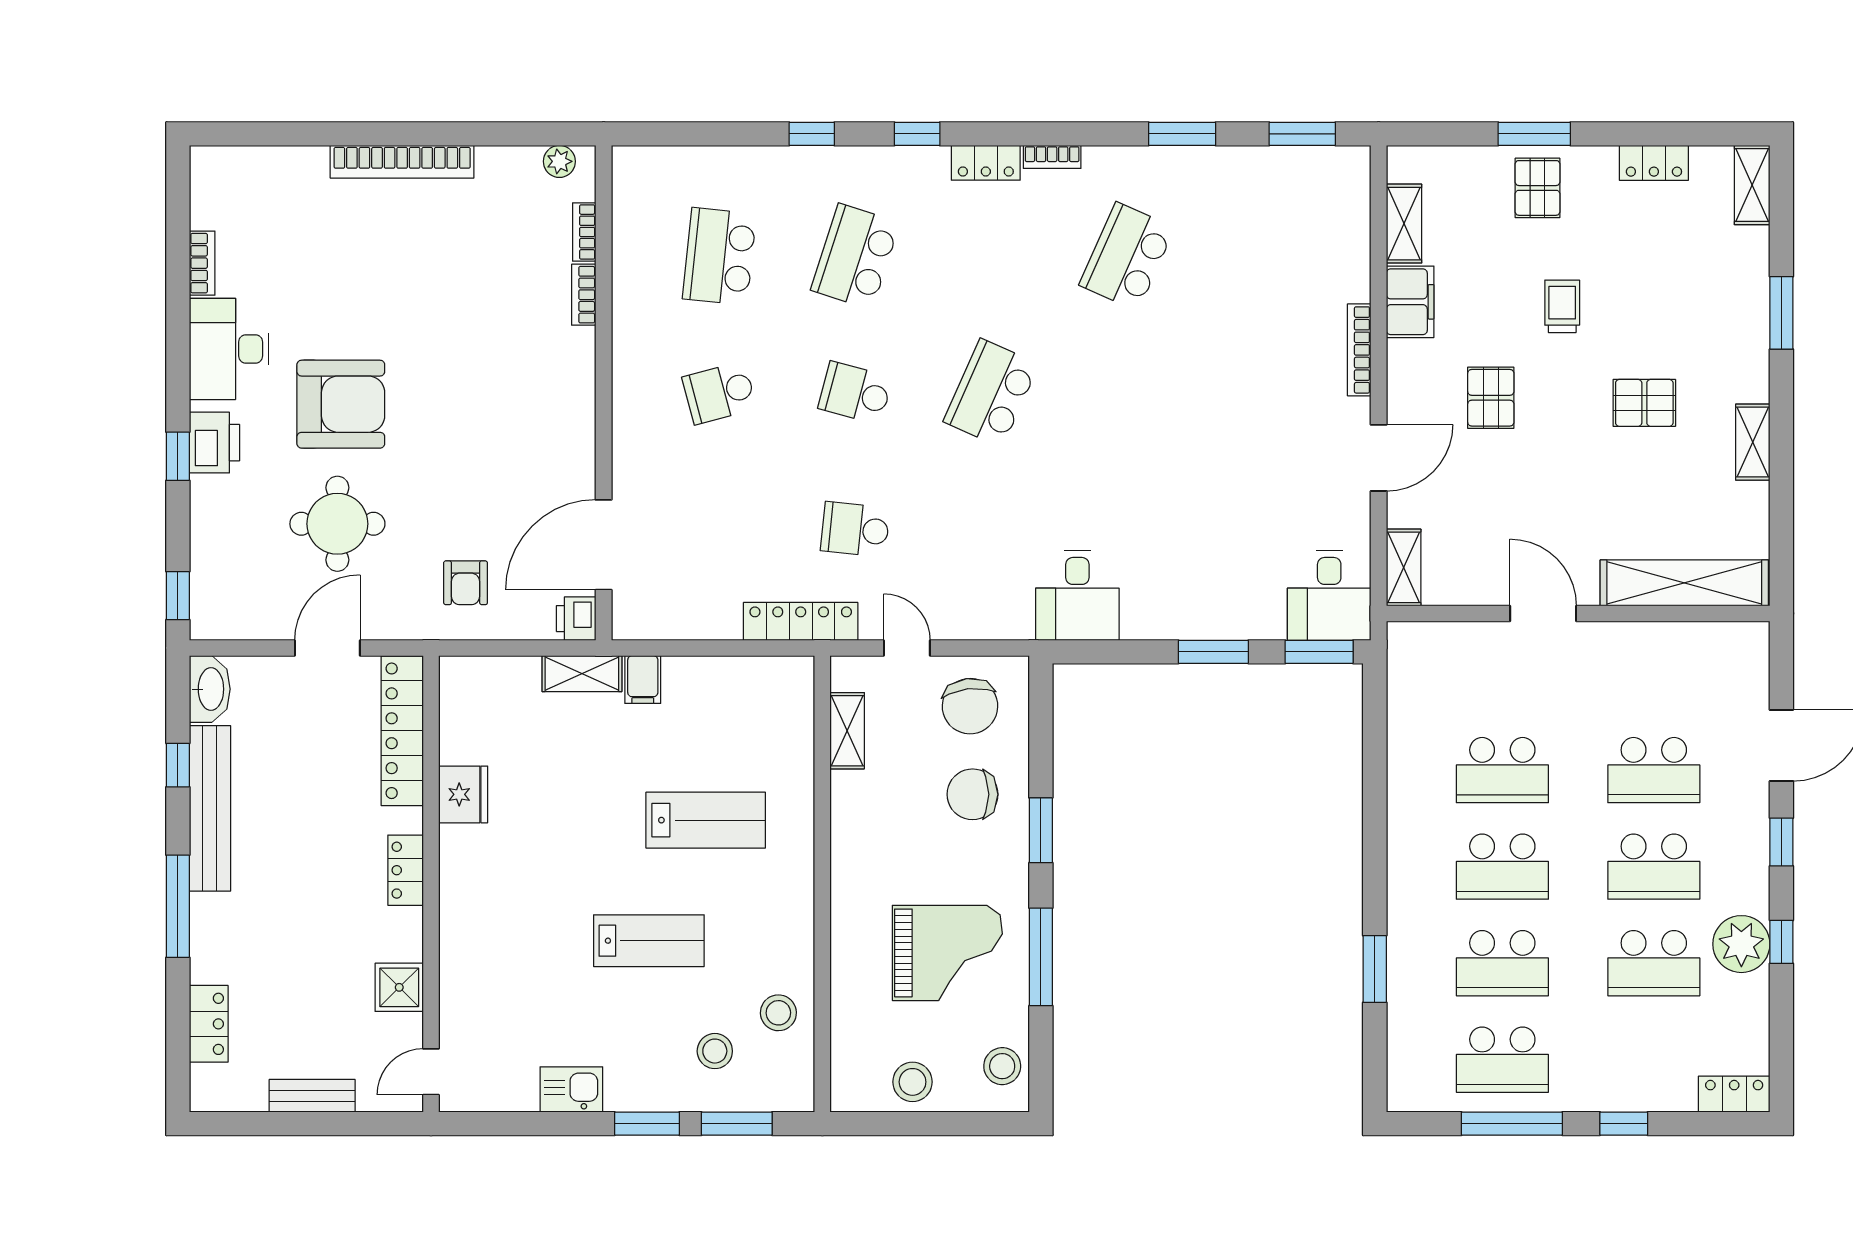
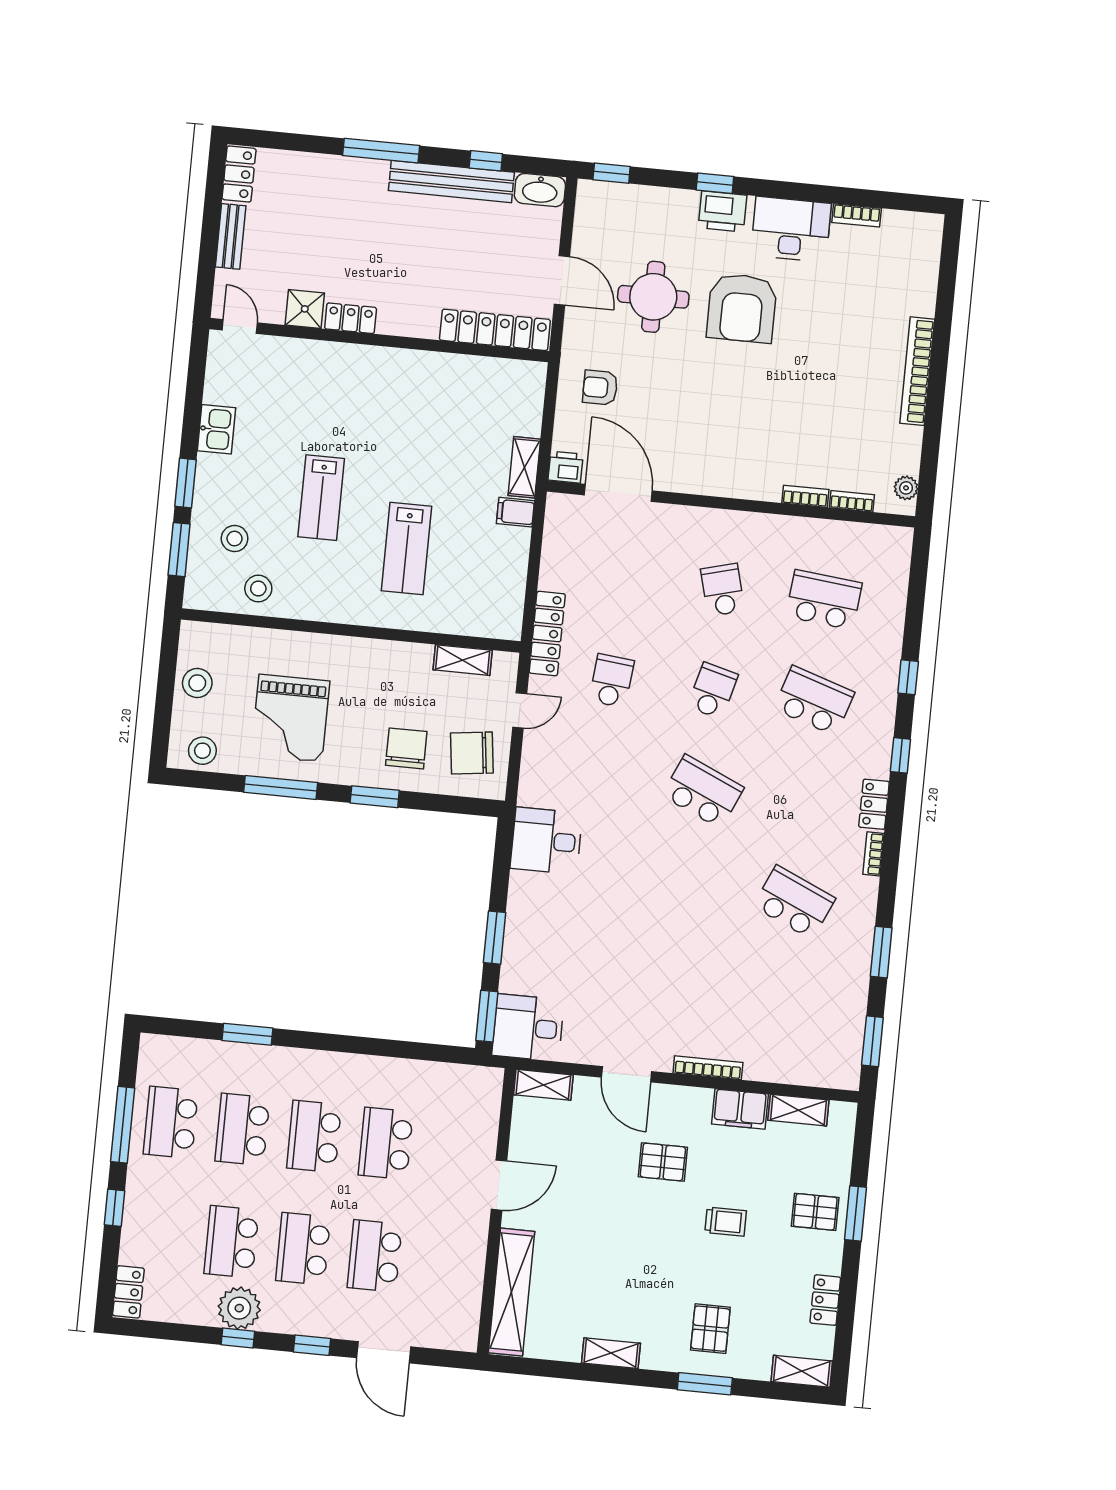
pallet: (1644, 403) -> (710, 1329), moved
fridge: (463, 794) -> (443, 370), removed
locker: (406, 870) -> (351, 318), moved
locker: (209, 1024) -> (239, 174), moved, turned -90

